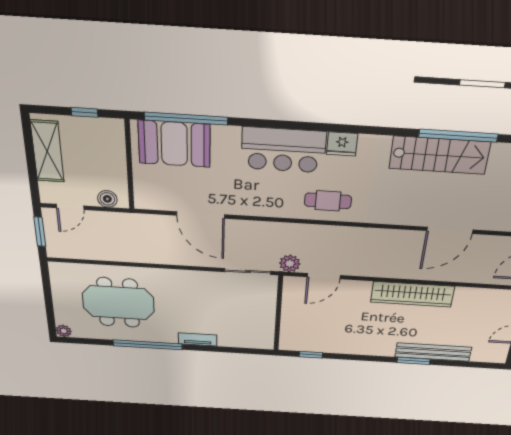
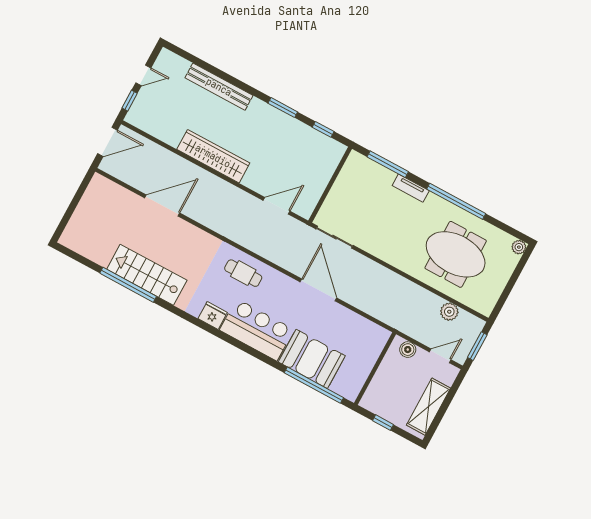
booth: (174, 144) -> (312, 359), moved
door: (201, 215) -> (318, 290), moved
plant: (290, 264) -> (449, 312), moved
window: (232, 350) -> (388, 164), added
window: (413, 361) -> (283, 108), moved

